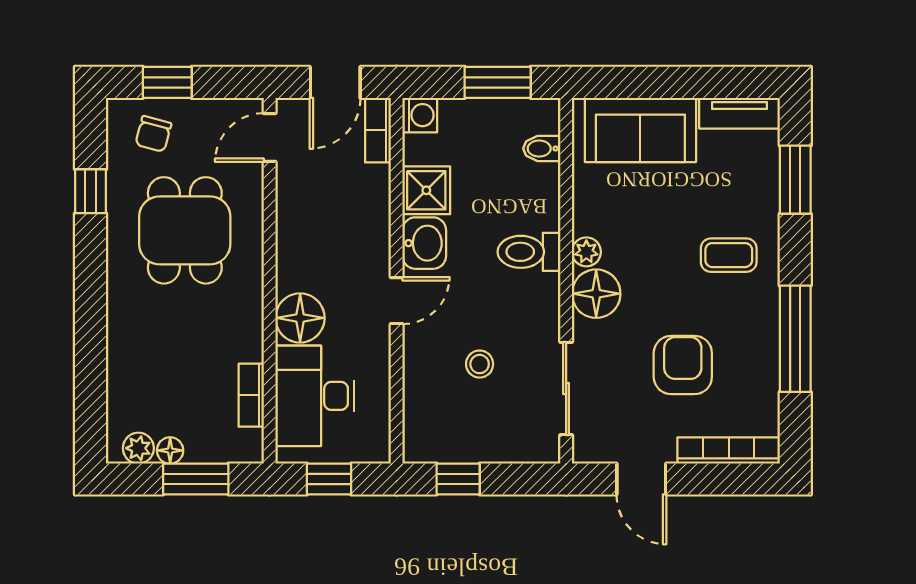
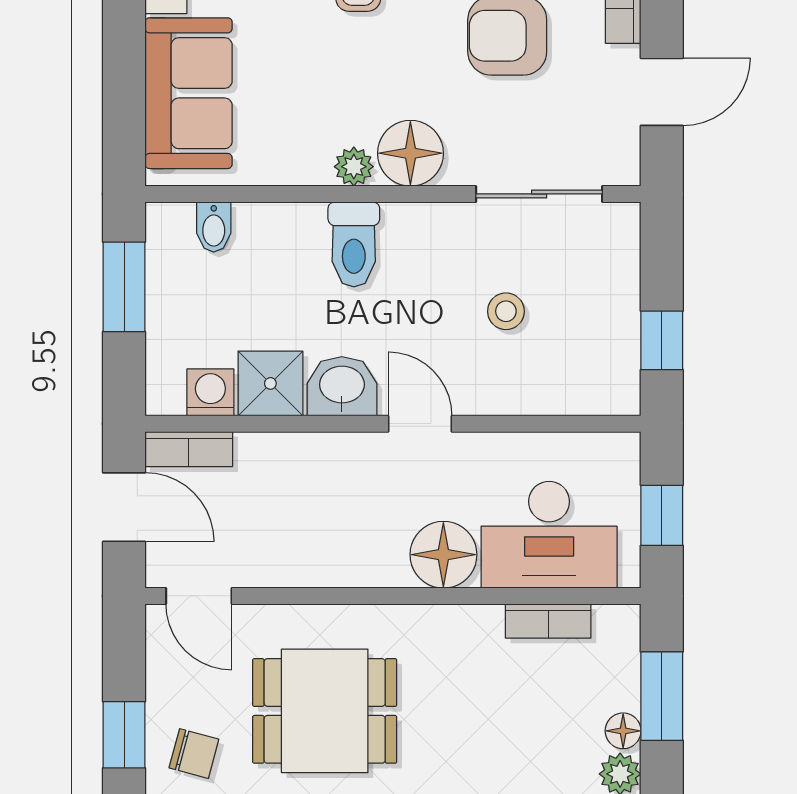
washing machine: (420, 115) -> (210, 392), moved

